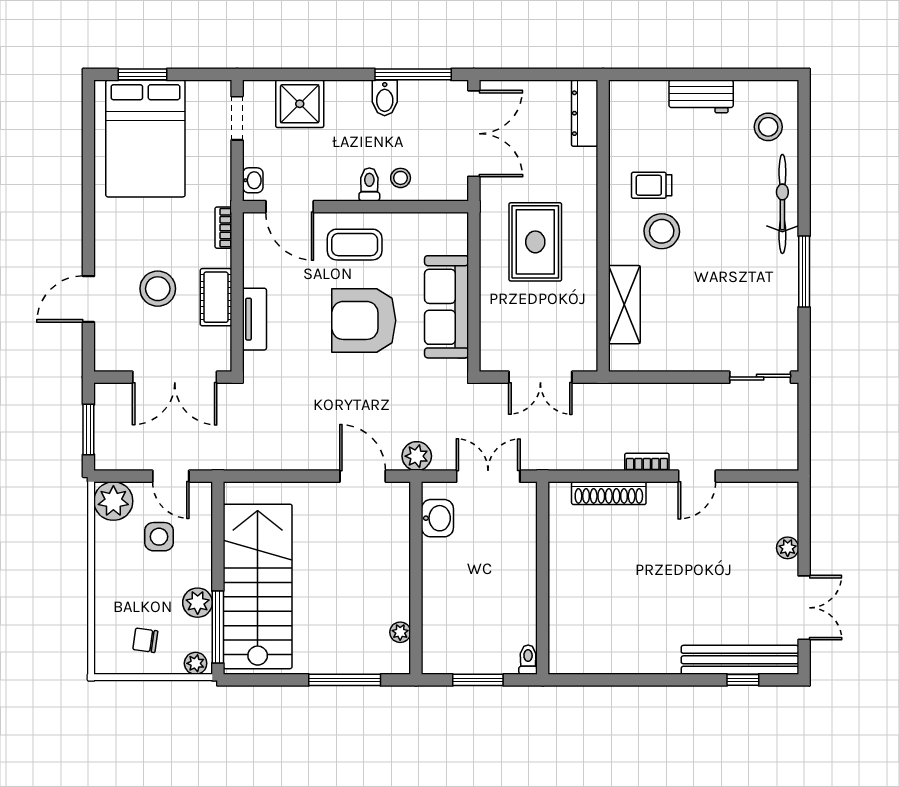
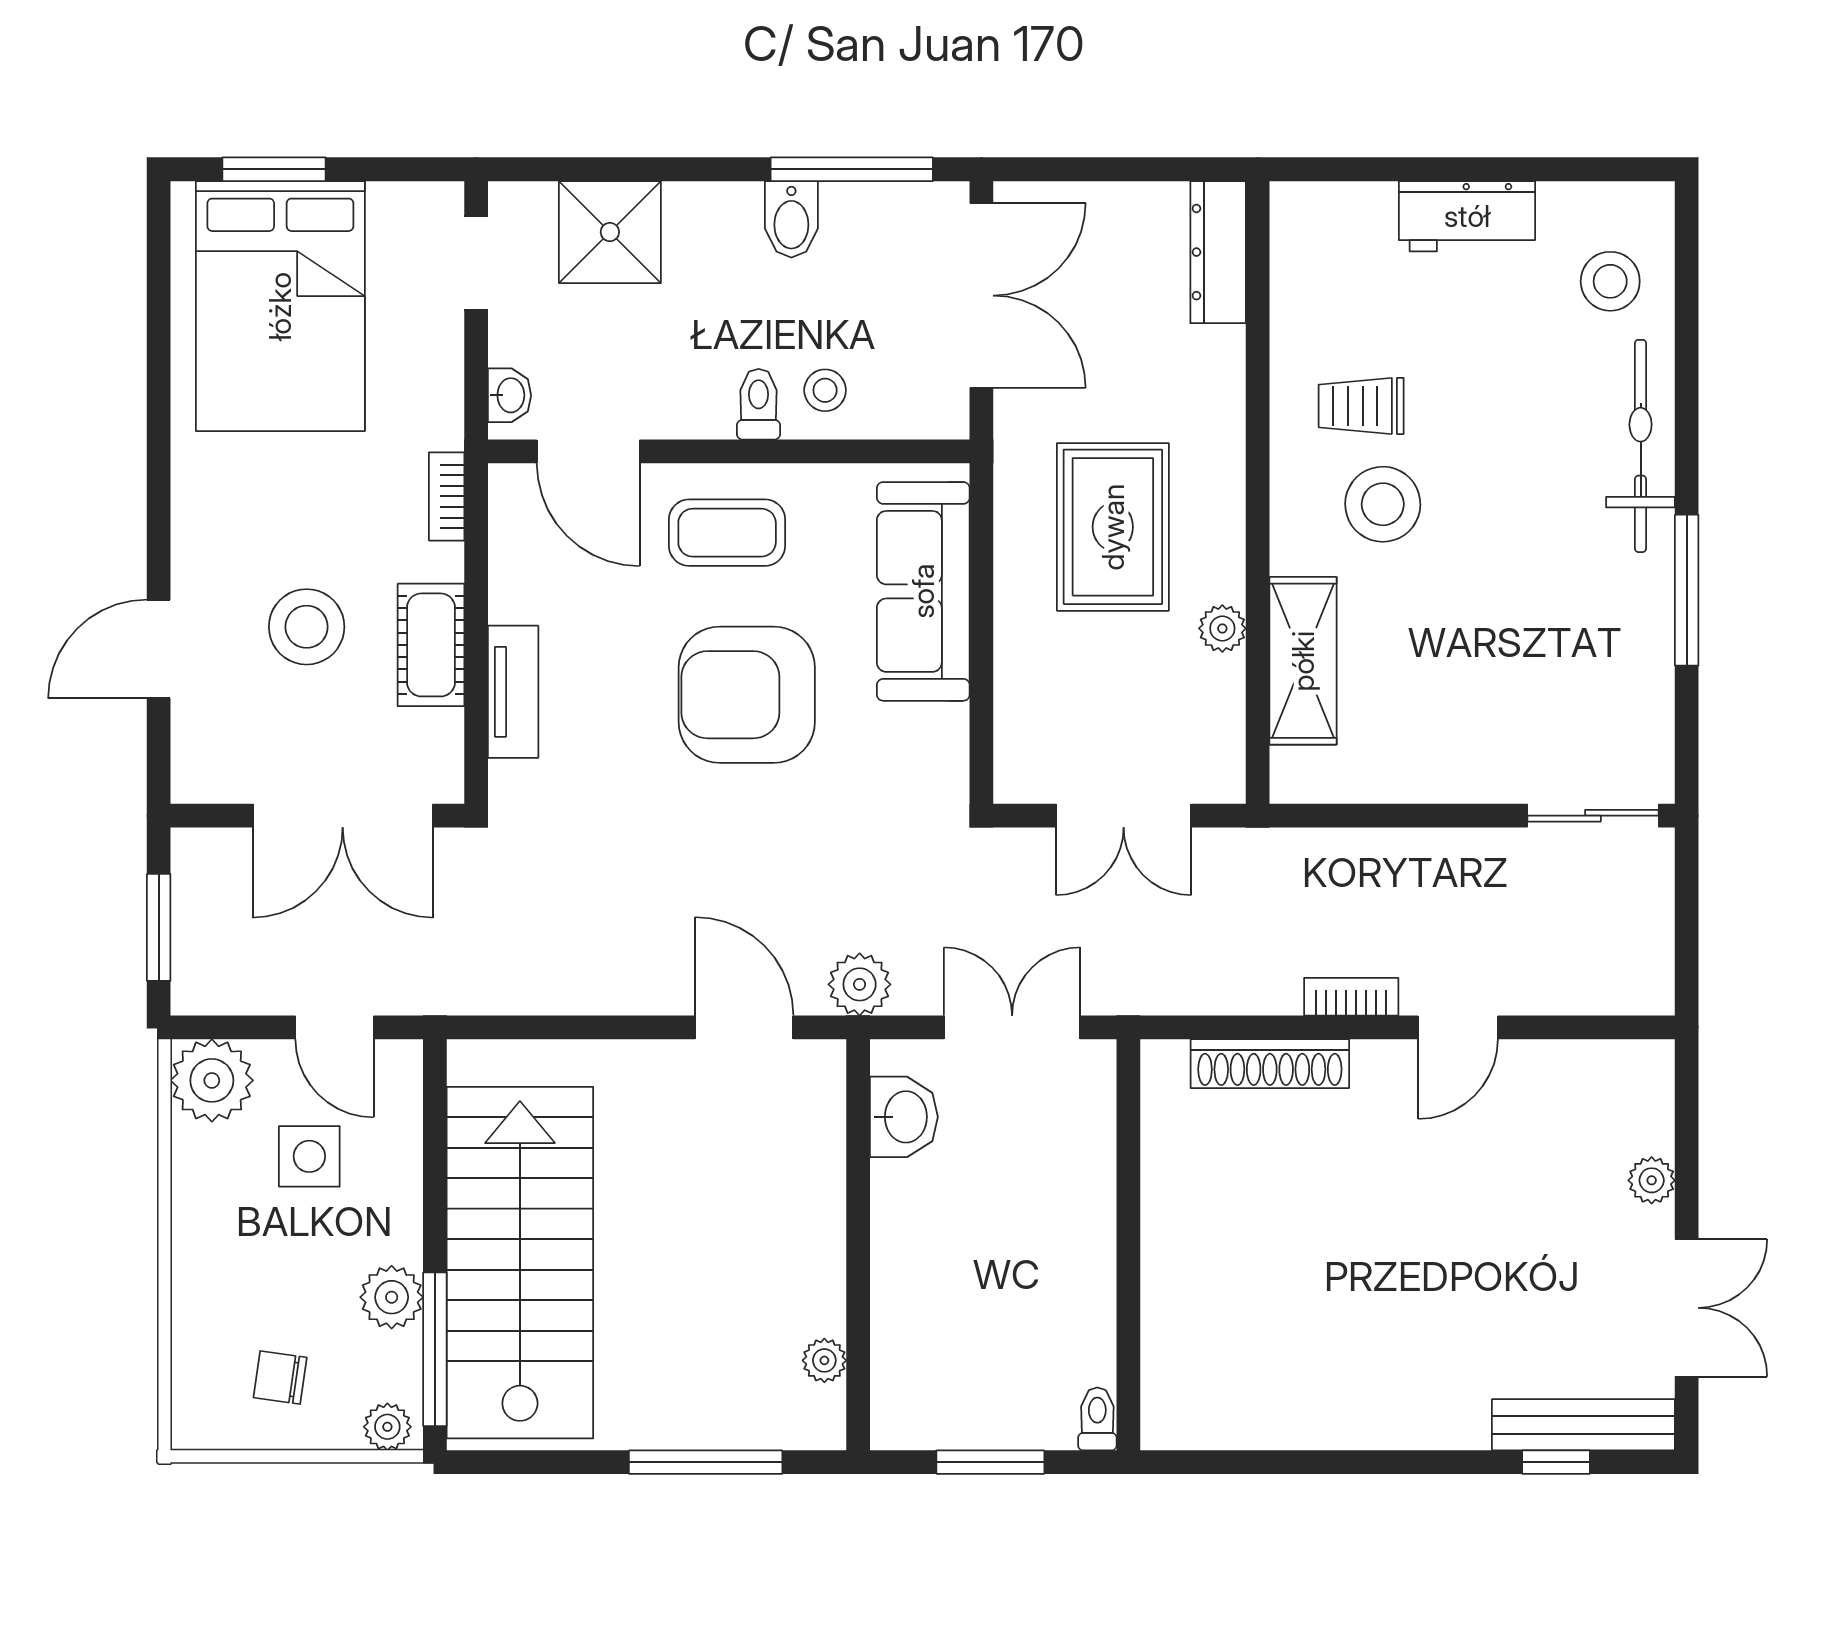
plant: (587, 289) -> (1222, 628), added
sofa: (447, 307) -> (923, 591), moved
bench: (740, 660) -> (1583, 1425), width x0.73, depth x0.82

